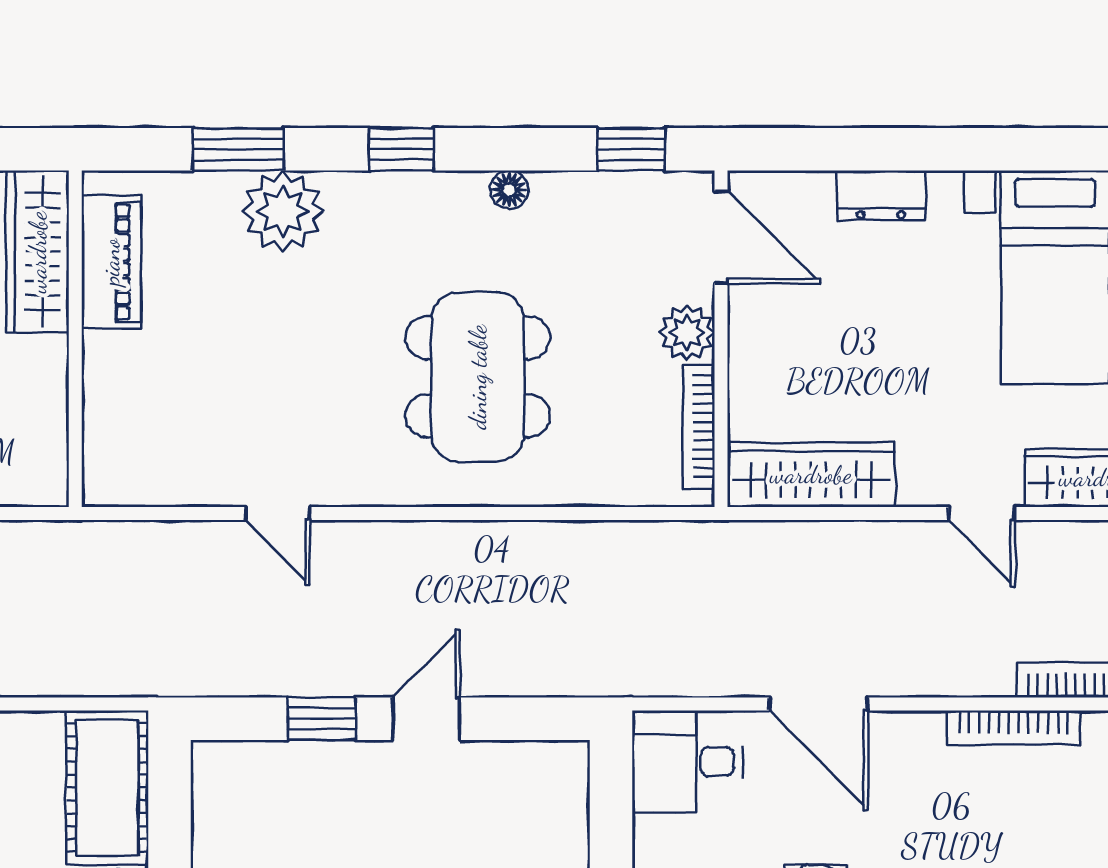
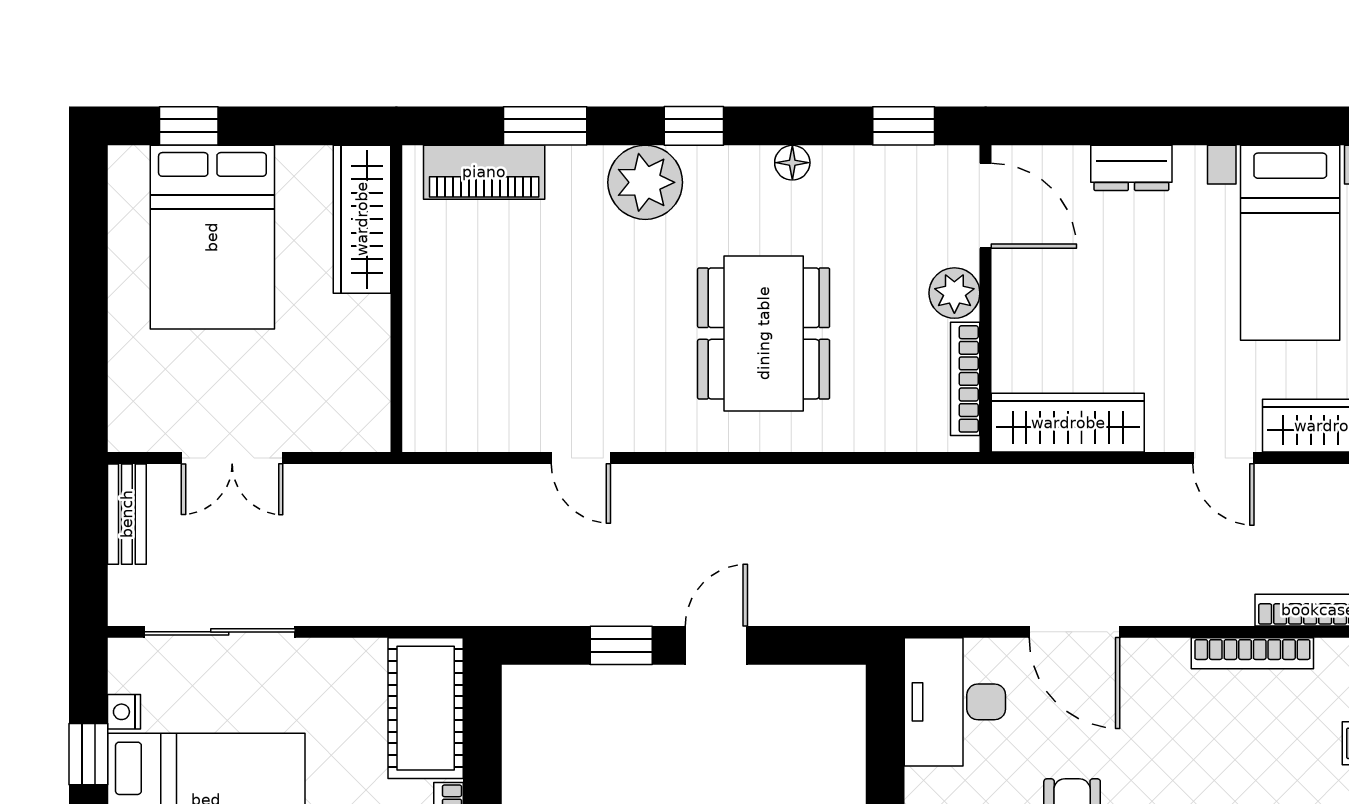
plant: (283, 211) -> (645, 182), moved
piano: (111, 262) -> (484, 172), moved, turned 90
desk: (687, 762) -> (955, 702), width x1.37

